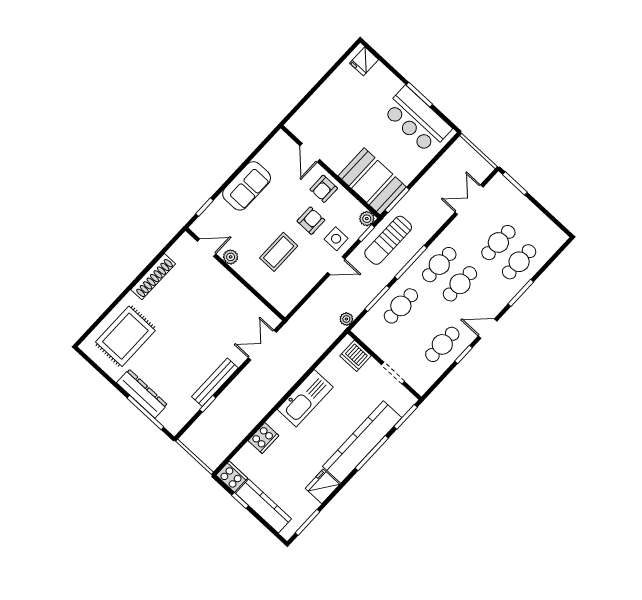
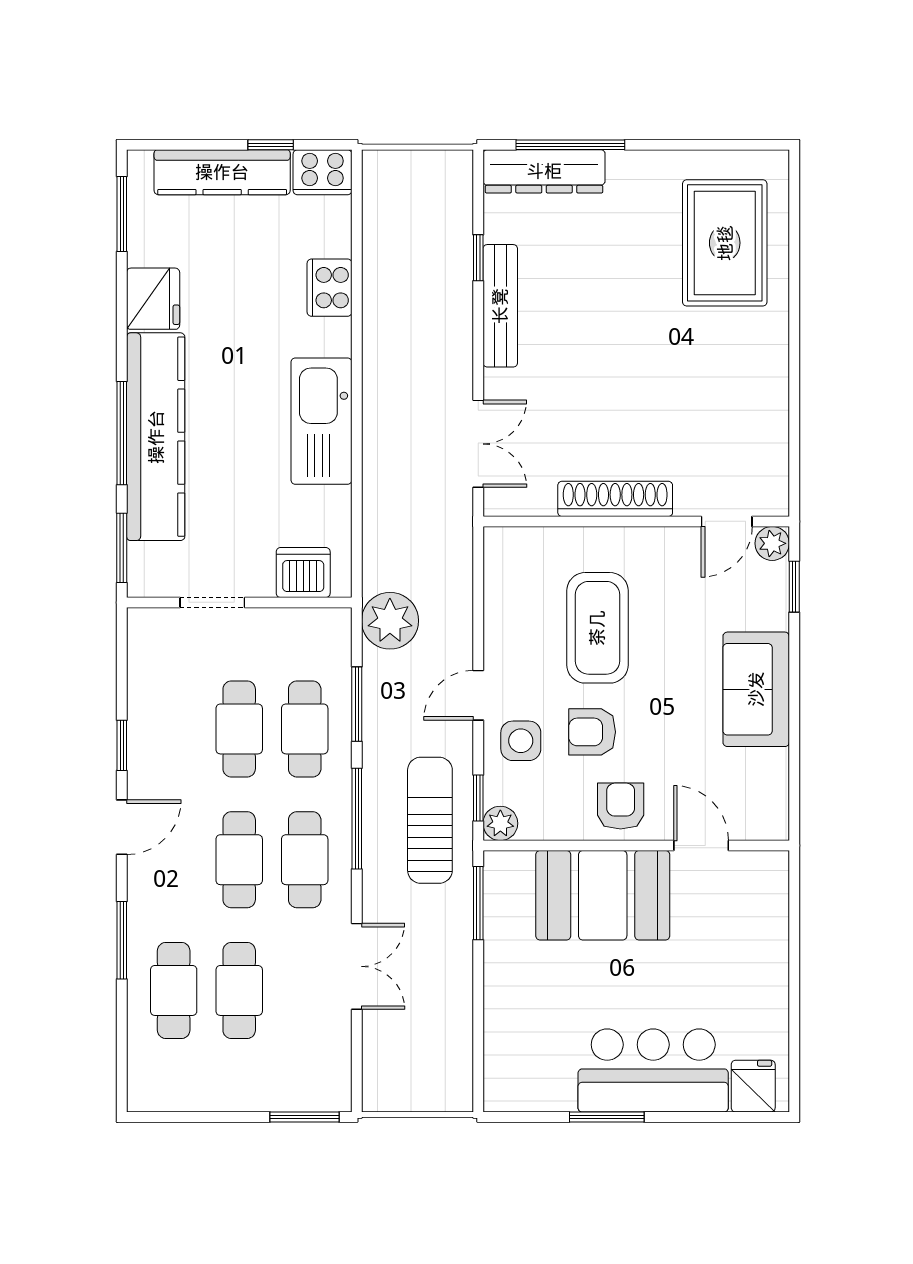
bar counter: (417, 120) -> (653, 1070), moved
booth: (372, 181) -> (603, 895), moved
double door: (469, 200) -> (357, 966), moved
armchair: (311, 221) -> (592, 732), turned 90
coffee table: (279, 252) -> (597, 628), width x1.36, depth x1.32
plant: (231, 257) -> (772, 543), moved
shoe rack: (153, 277) -> (615, 499), moved, turned 90
plant: (346, 319) -> (390, 621), width x1.88, depth x1.88
cafe table: (442, 344) -> (239, 729), moved
dresser: (142, 394) -> (544, 171), moved

